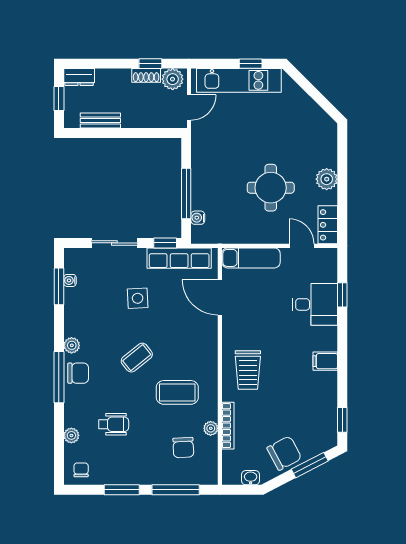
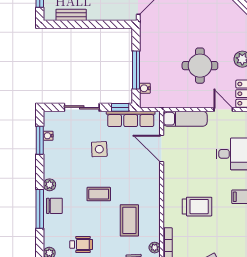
coffee table: (137, 358) -> (99, 194), turned 39
trolley: (248, 370) -> (197, 207), moved, turned -90
coffee table: (177, 392) -> (129, 220), turned 90

